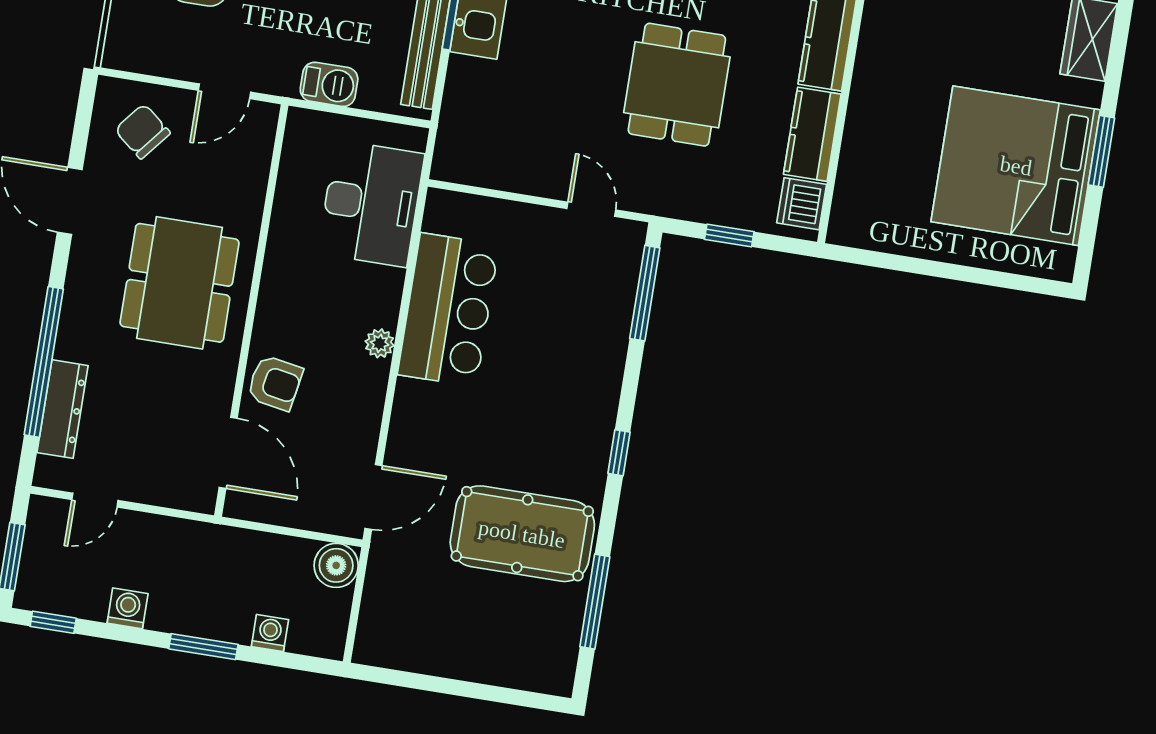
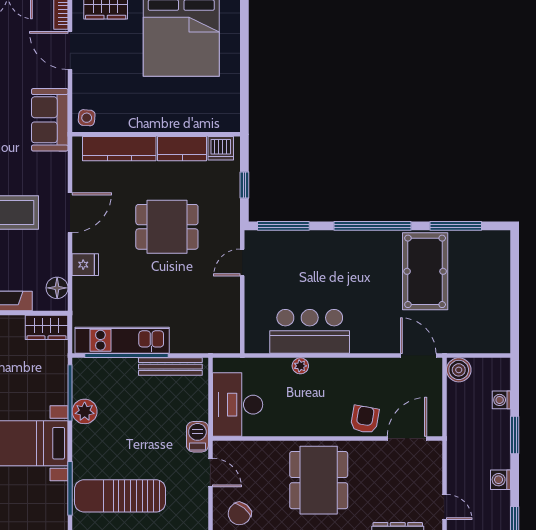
barbecue: (329, 84) -> (197, 437), moved
desk: (371, 204) -> (238, 405), moved, turned -90
dining table: (180, 283) -> (319, 480), turned 90
plant: (380, 343) -> (300, 366), moved
window: (619, 453) -> (372, 226), width x3.17

